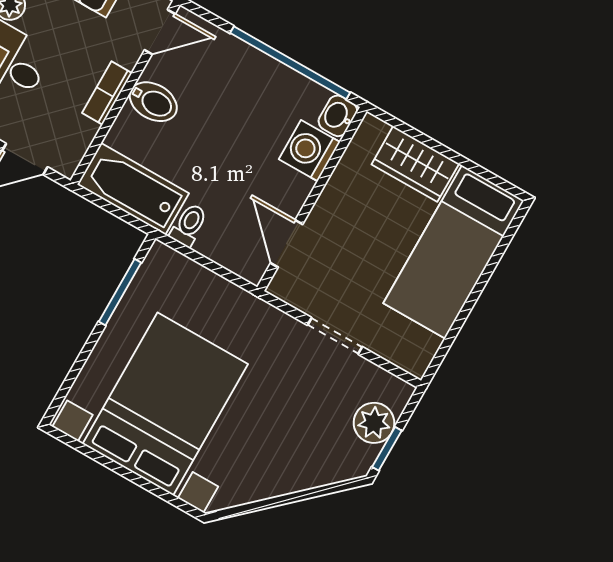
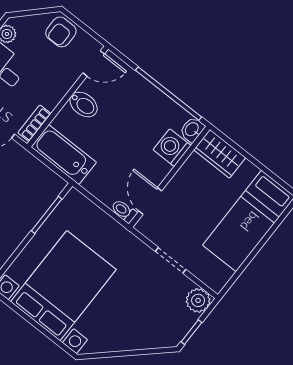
bookcase: (107, 93) -> (34, 123), moved
wardrobe: (415, 164) -> (220, 154), moved
toilet: (189, 225) -> (124, 211), moved, turned -90
plant: (374, 423) -> (198, 300), moved

